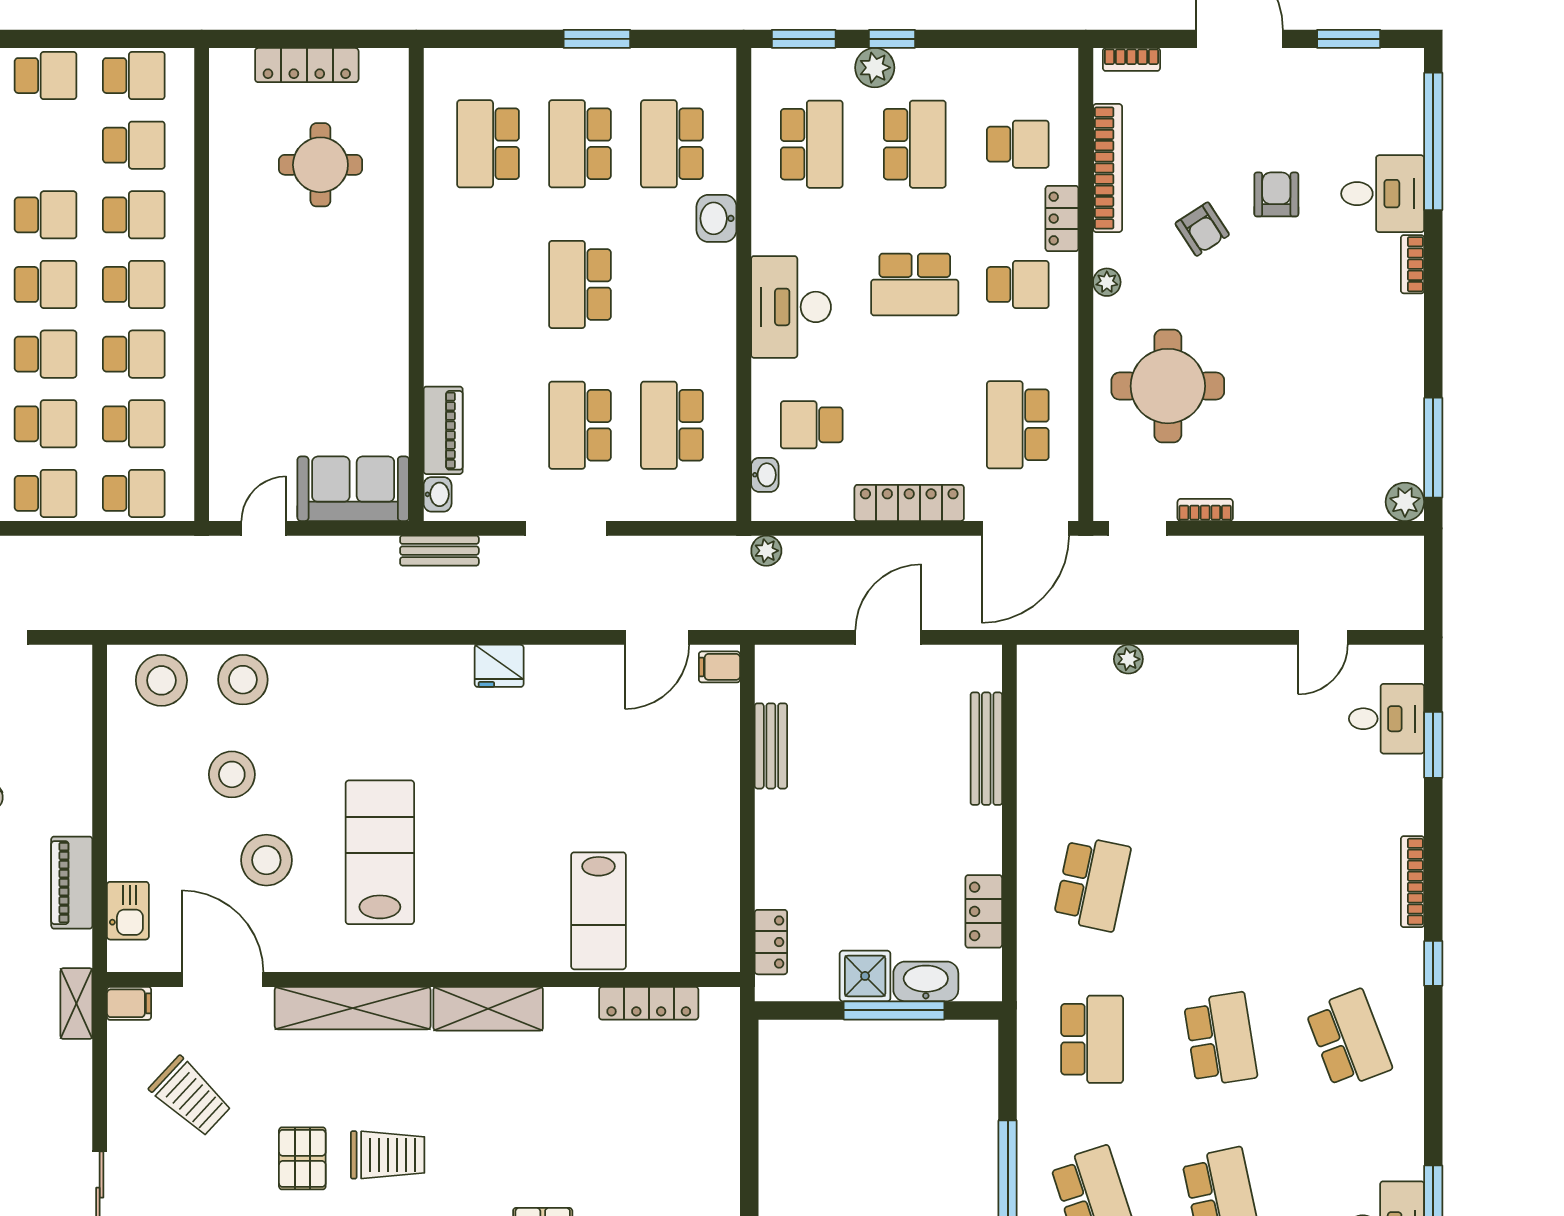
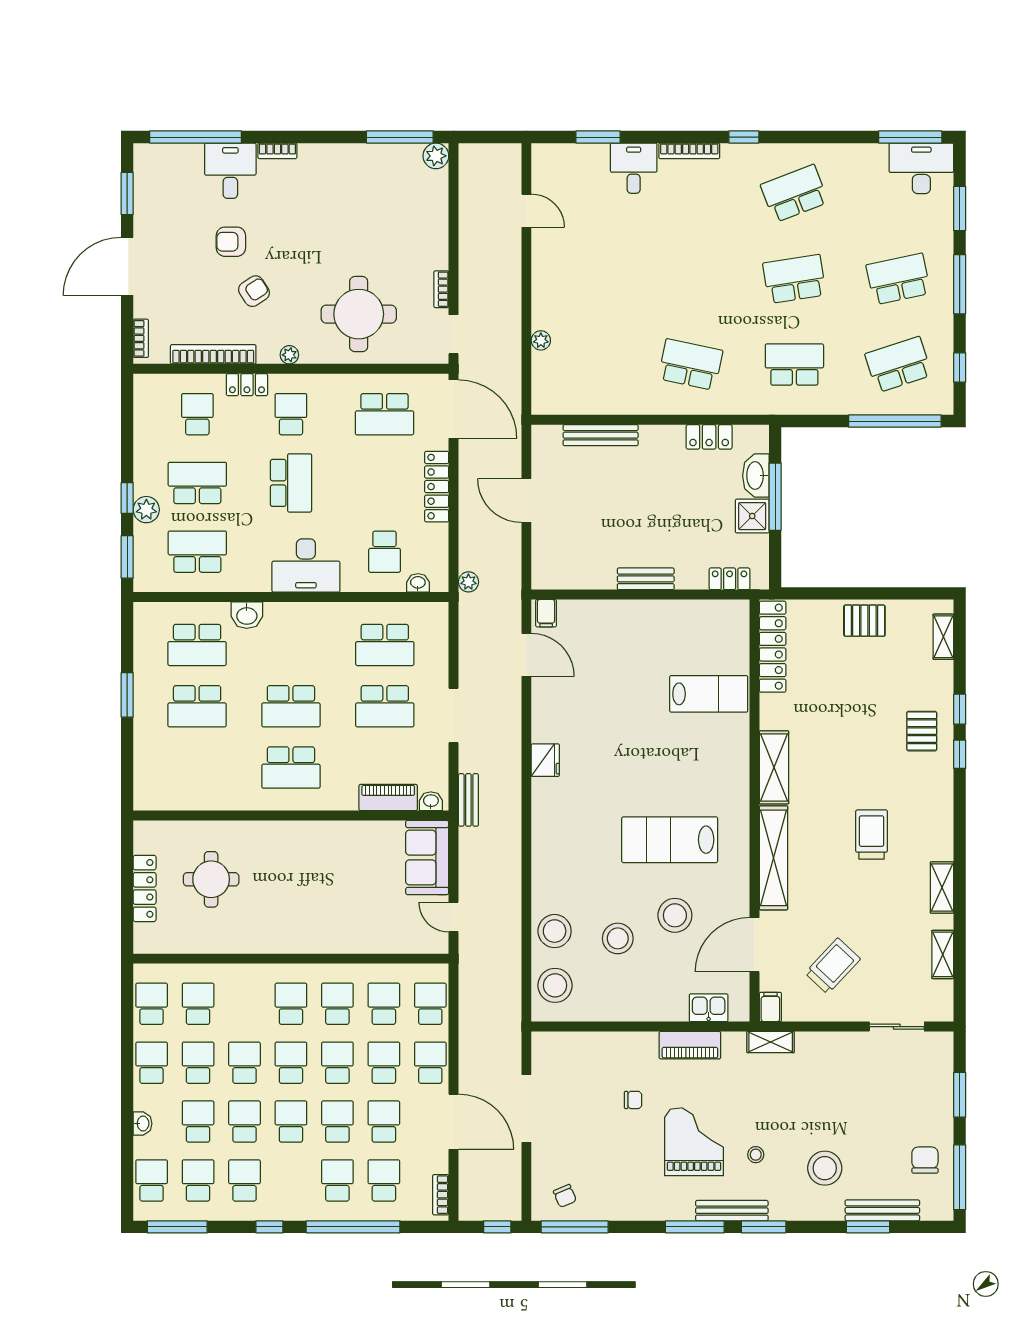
school desk: (488, 144) -> (291, 768), moved
school desk: (134, 215) -> (198, 1063), moved
desk: (1387, 719) -> (634, 168), moved
bench: (771, 746) -> (646, 579), moved
locker: (649, 1003) -> (773, 647), width x1.41, depth x1.21
pallet: (302, 1158) -> (864, 621), moved

